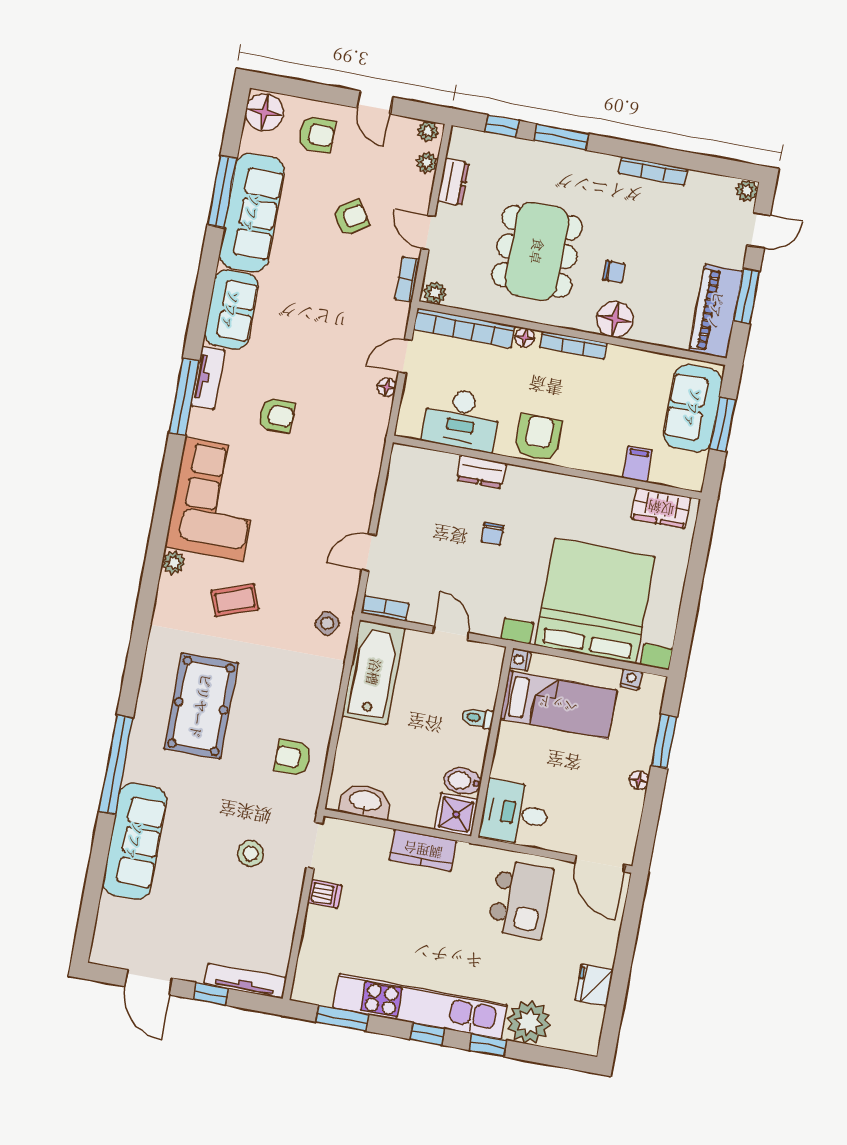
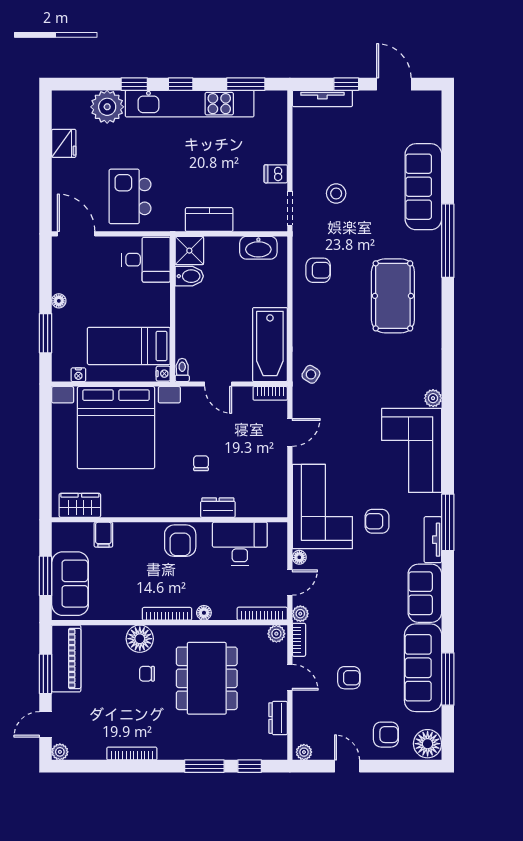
armchair: (316, 134) -> (386, 735), turned 180
plant: (427, 163) -> (300, 614), moved
armchair: (351, 218) -> (349, 678), turned -146
bookcase: (464, 328) -> (262, 614), width x0.68, depth x0.76
corner sofa: (344, 448) -> (322, 507), added
coffee table: (235, 600) -> (382, 379), removed
toilet: (478, 718) -> (182, 370), moved, turned -90

